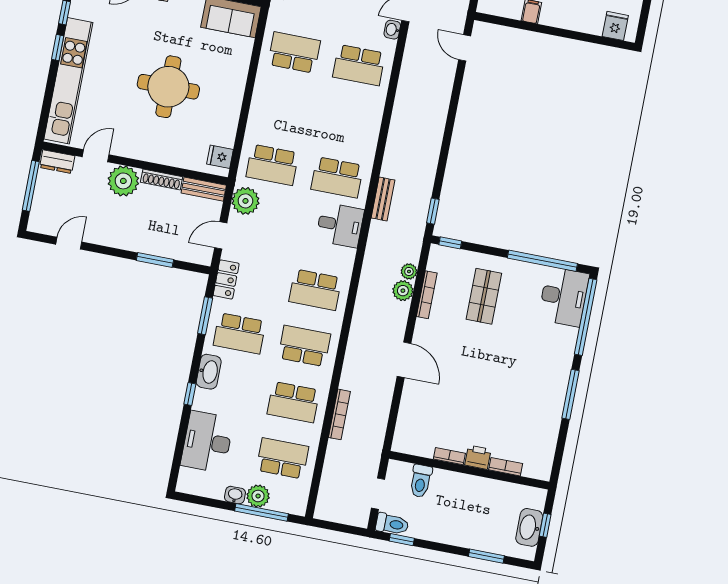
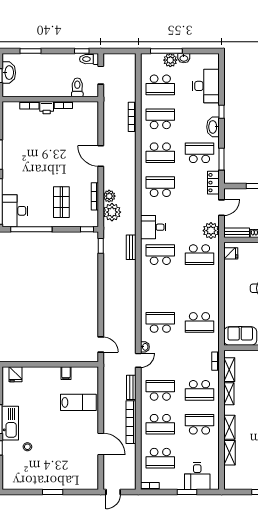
school desk: (272, 165) -> (199, 255), turned 180
plant: (409, 271) -> (112, 212), width x1.88, depth x1.88

